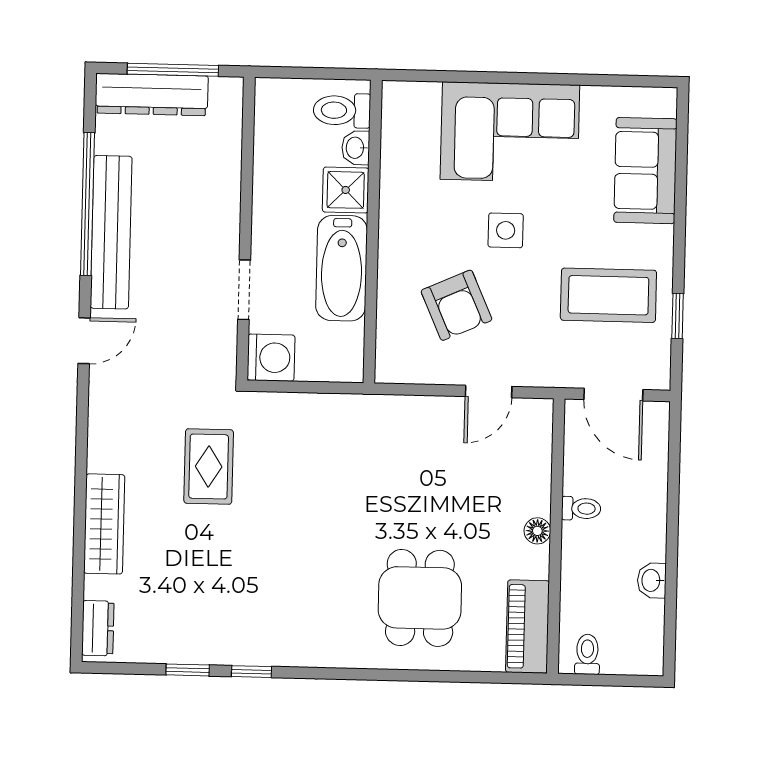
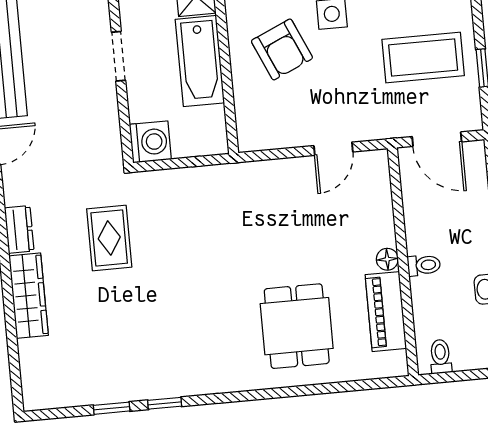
doorway: (244, 290) -> (118, 56), moved
armchair: (456, 305) -> (282, 49), moved
toilet: (581, 508) -> (424, 265), moved
piano: (527, 627) -> (386, 312), moved
dresser: (98, 628) -> (19, 229), moved

